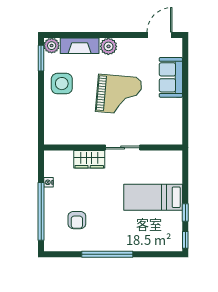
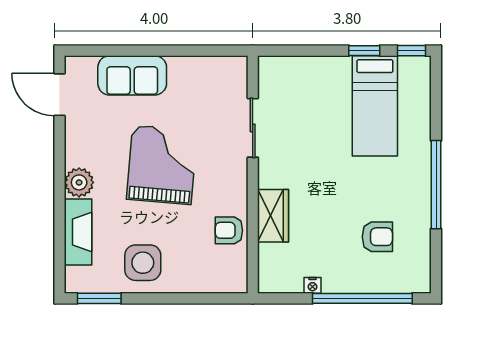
plant: (52, 46) -> (78, 280), removed
armchair: (81, 134) -> (229, 230), added
sliding door: (123, 148) -> (253, 128), moved
bed: (153, 197) -> (375, 106), moved

